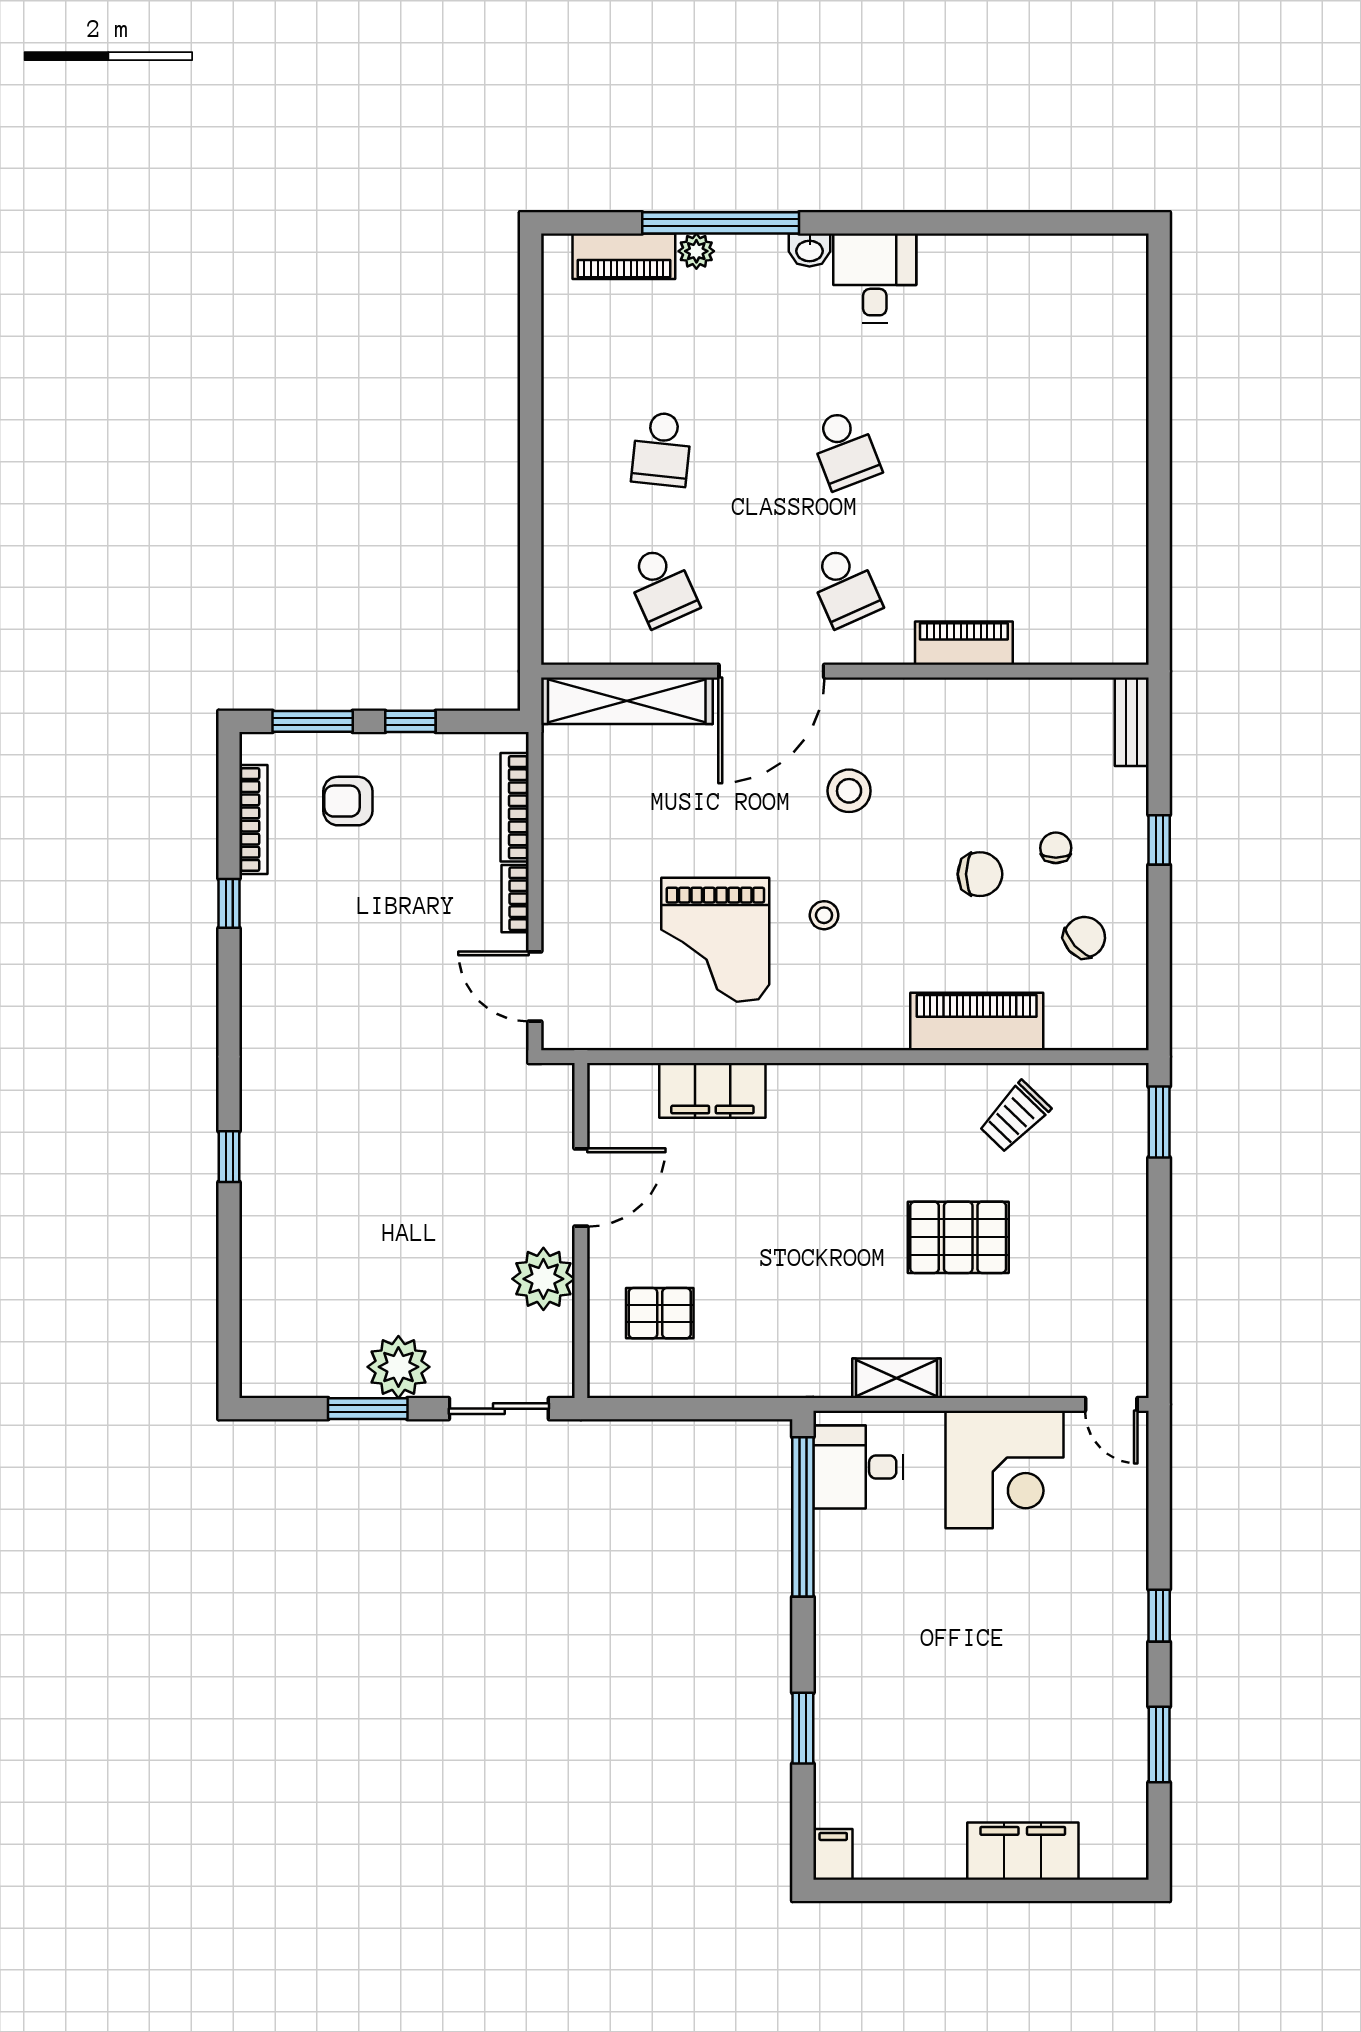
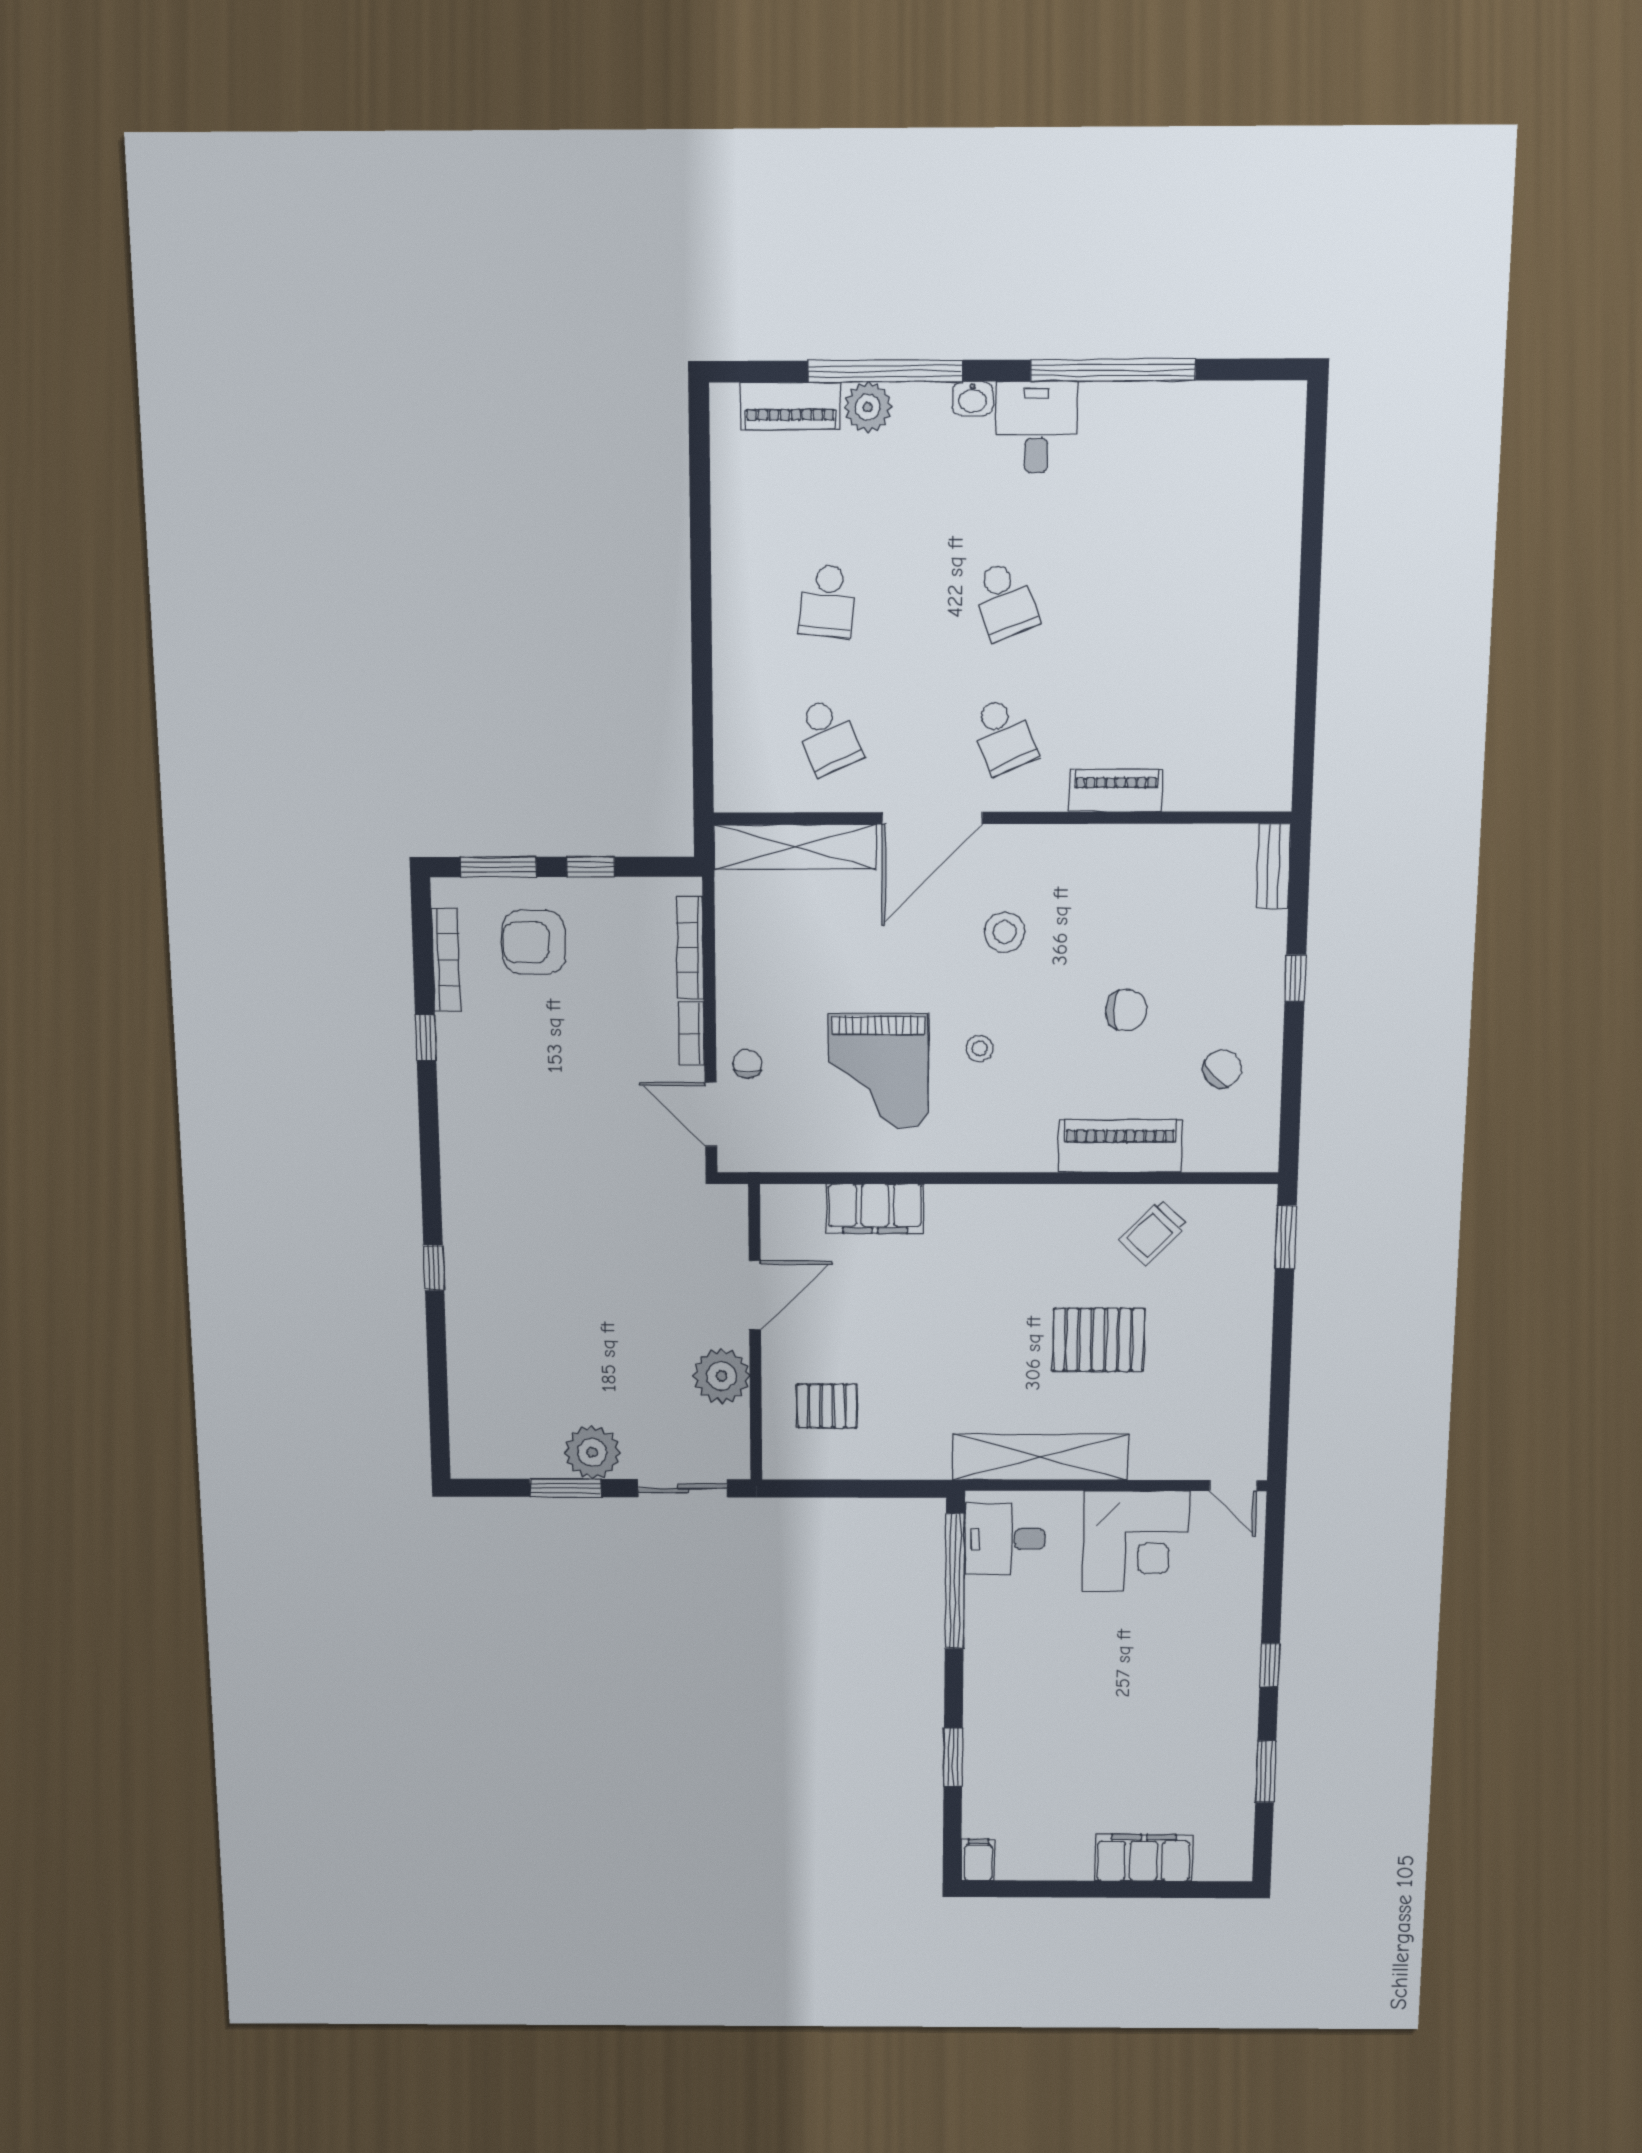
window: (951, 223) -> (1113, 370), added
plant: (696, 251) -> (868, 407), width x1.38, depth x1.38
armchair: (348, 801) -> (534, 942), width x1.38, depth x1.38
chair: (1056, 848) -> (747, 1064), moved
shelving: (896, 1378) -> (1040, 1457), width x2.20, depth x1.33

